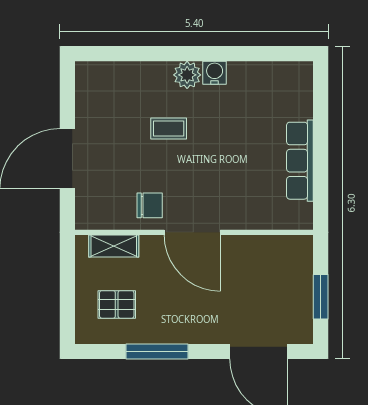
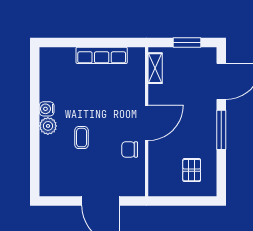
chair: (150, 205) -> (130, 149), turned -90
shelving: (114, 246) -> (155, 68), moved
window: (157, 352) -> (221, 130), moved

